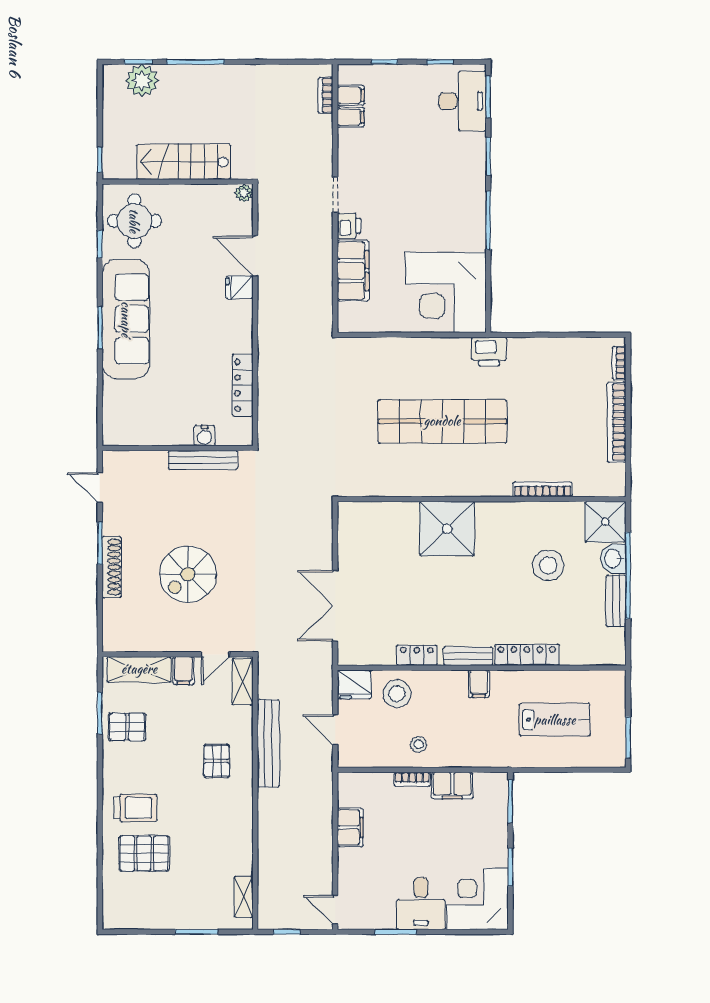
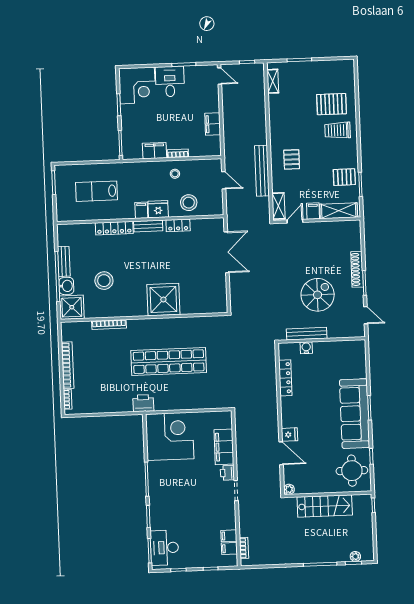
plant: (142, 81) -> (355, 556), width x0.53, depth x0.53
spiral stairs: (188, 574) -> (318, 295), moved
fridge: (354, 684) -> (158, 209), moved

